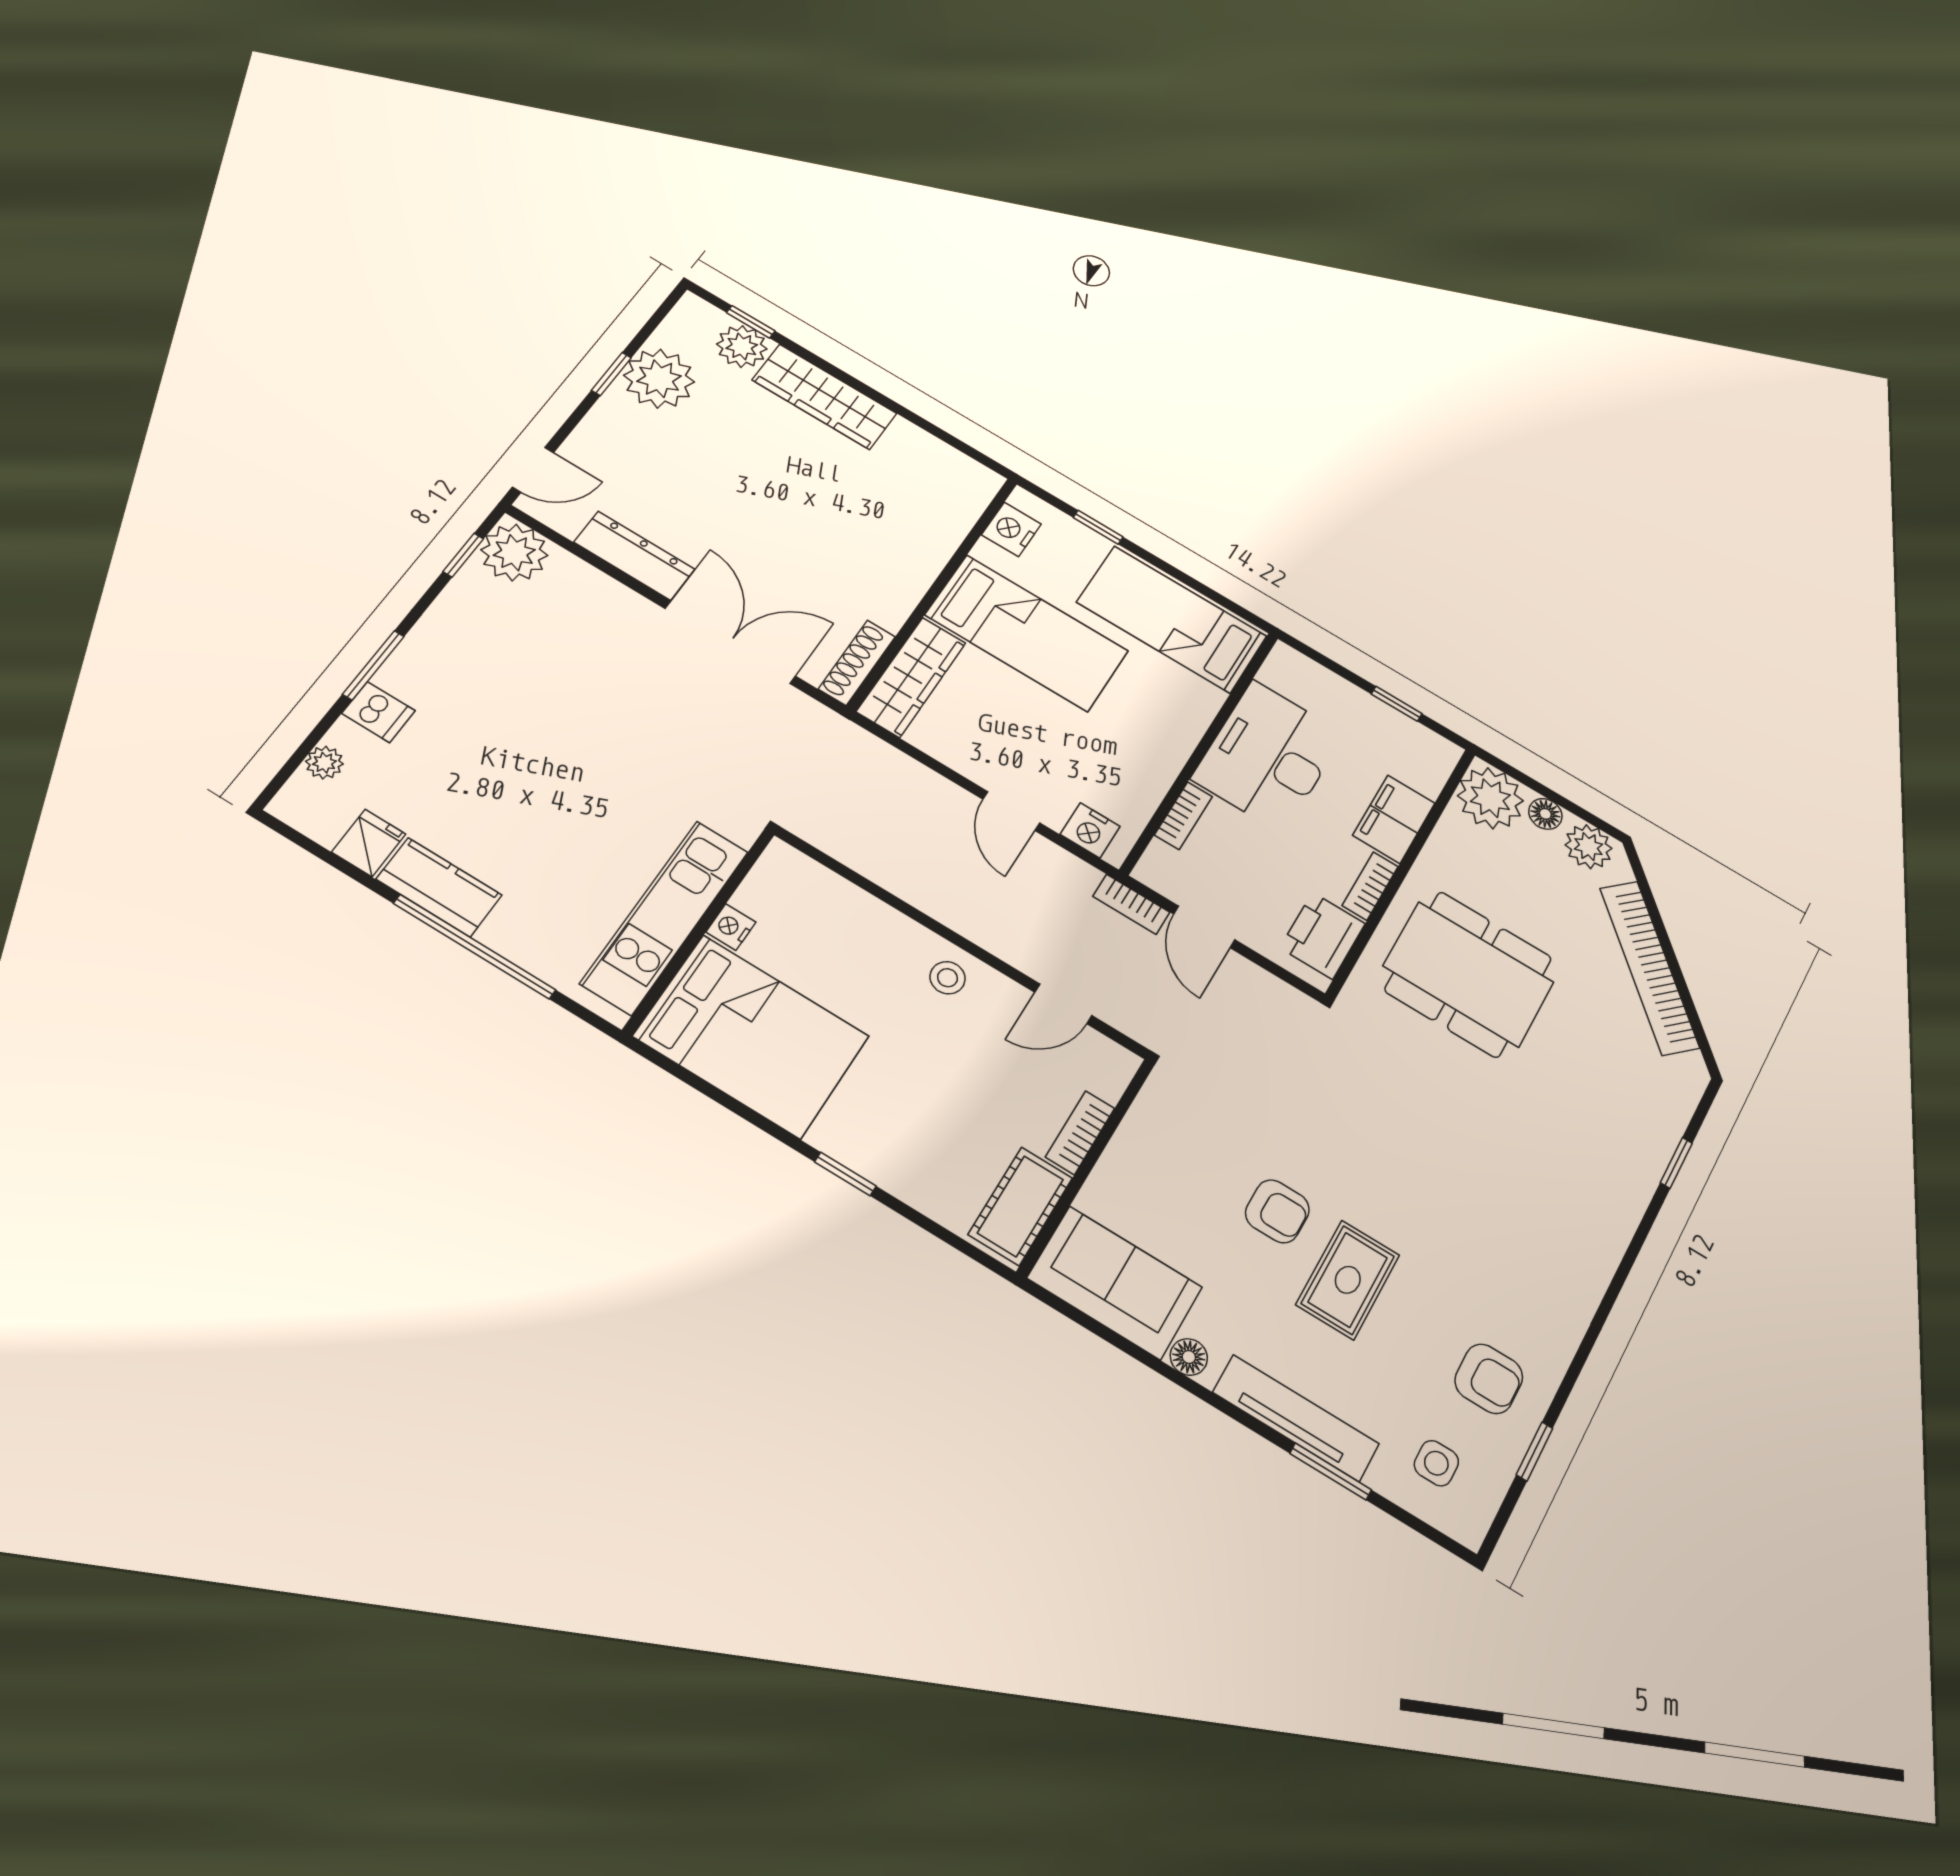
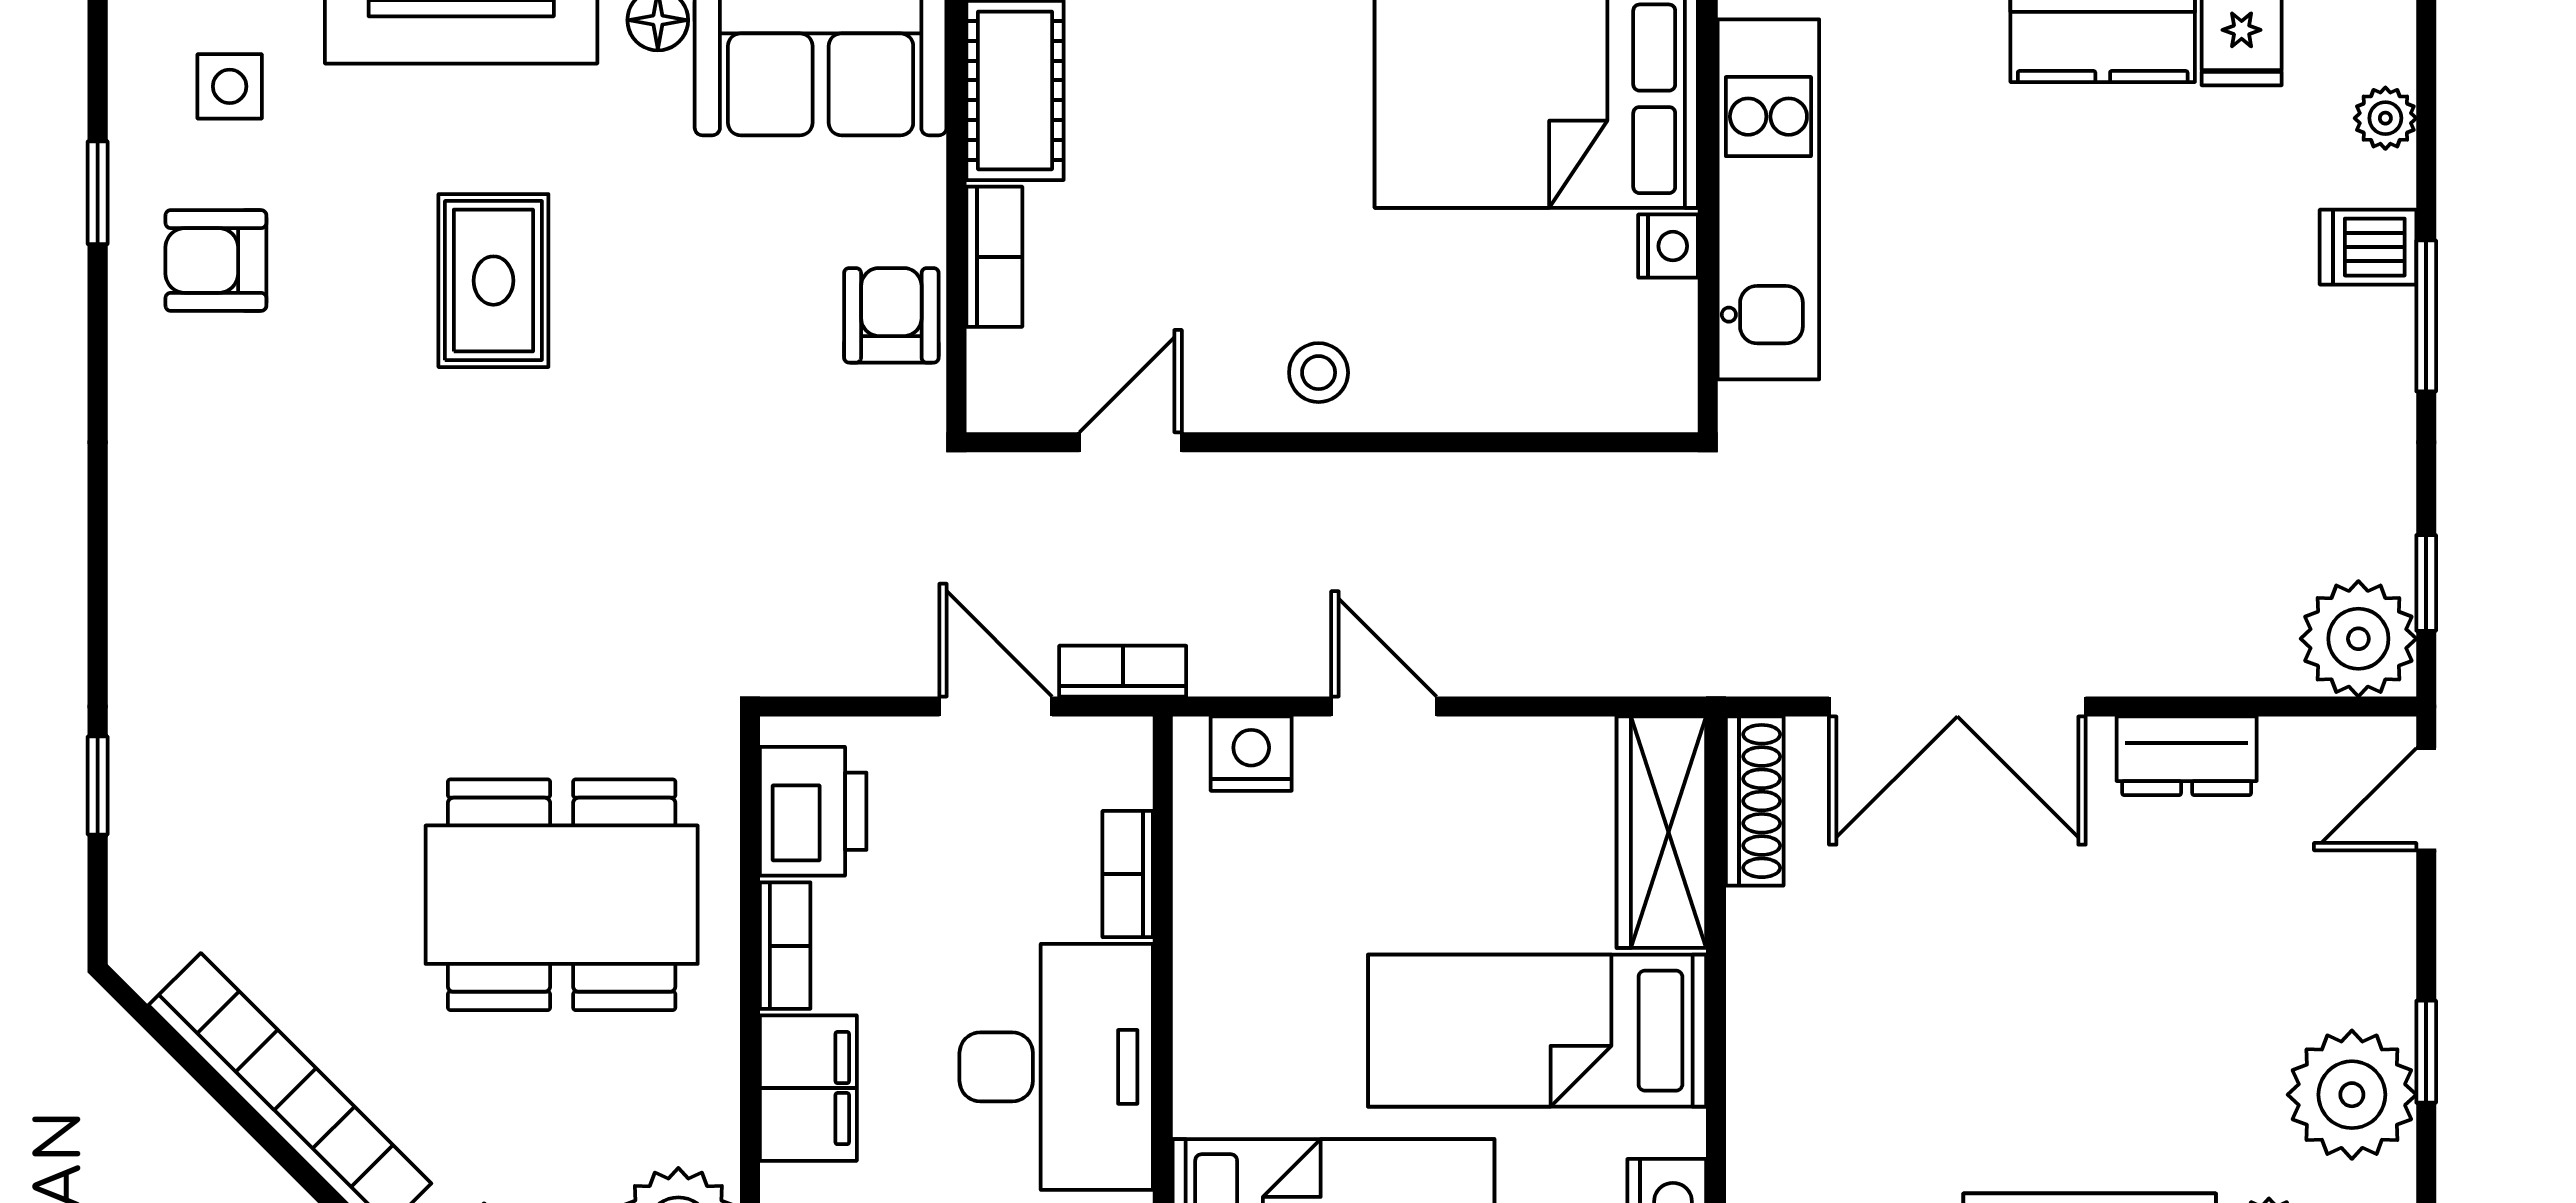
dresser: (634, 556) -> (2187, 756), width x0.70
armchair: (1277, 1211) -> (891, 315), moved, turned 90

